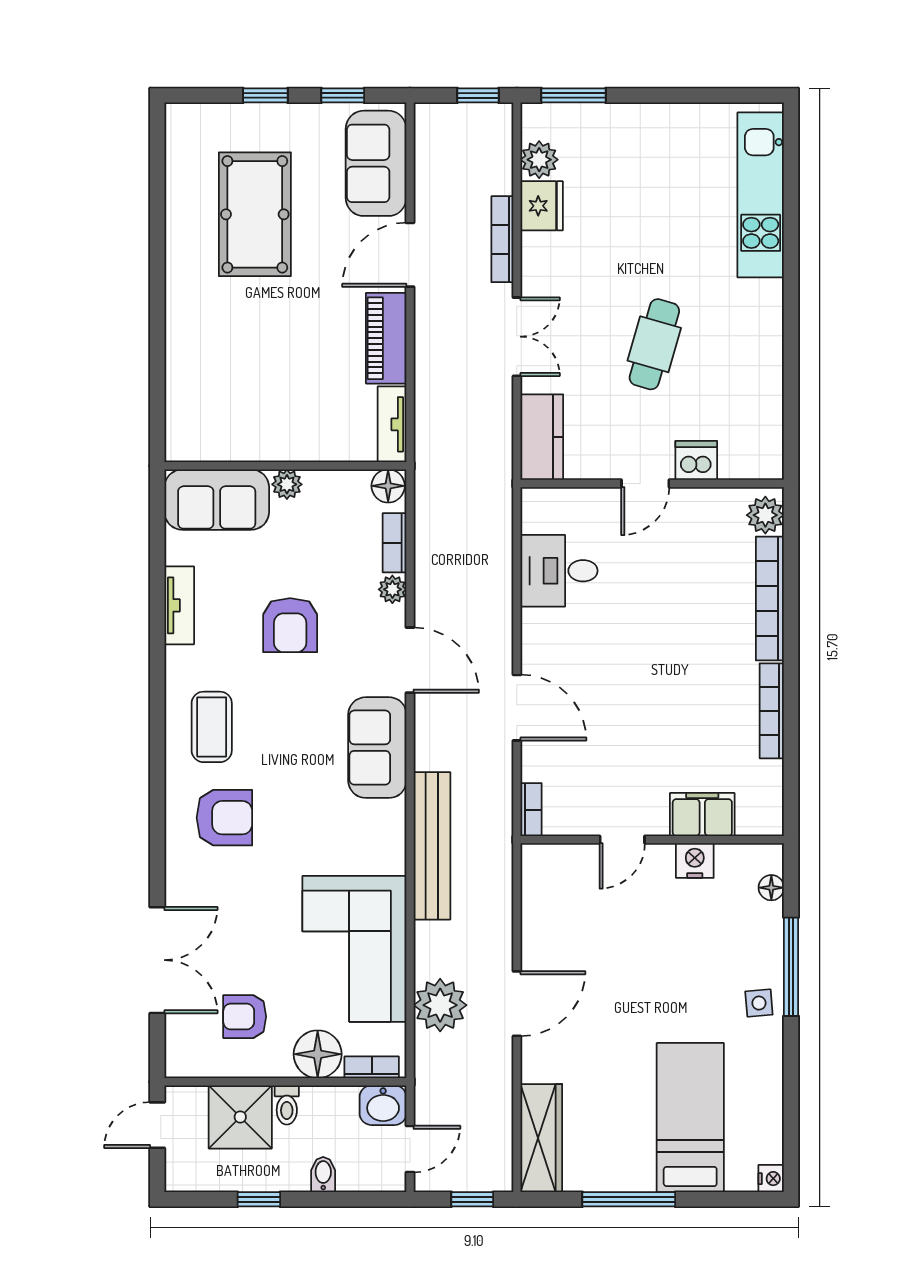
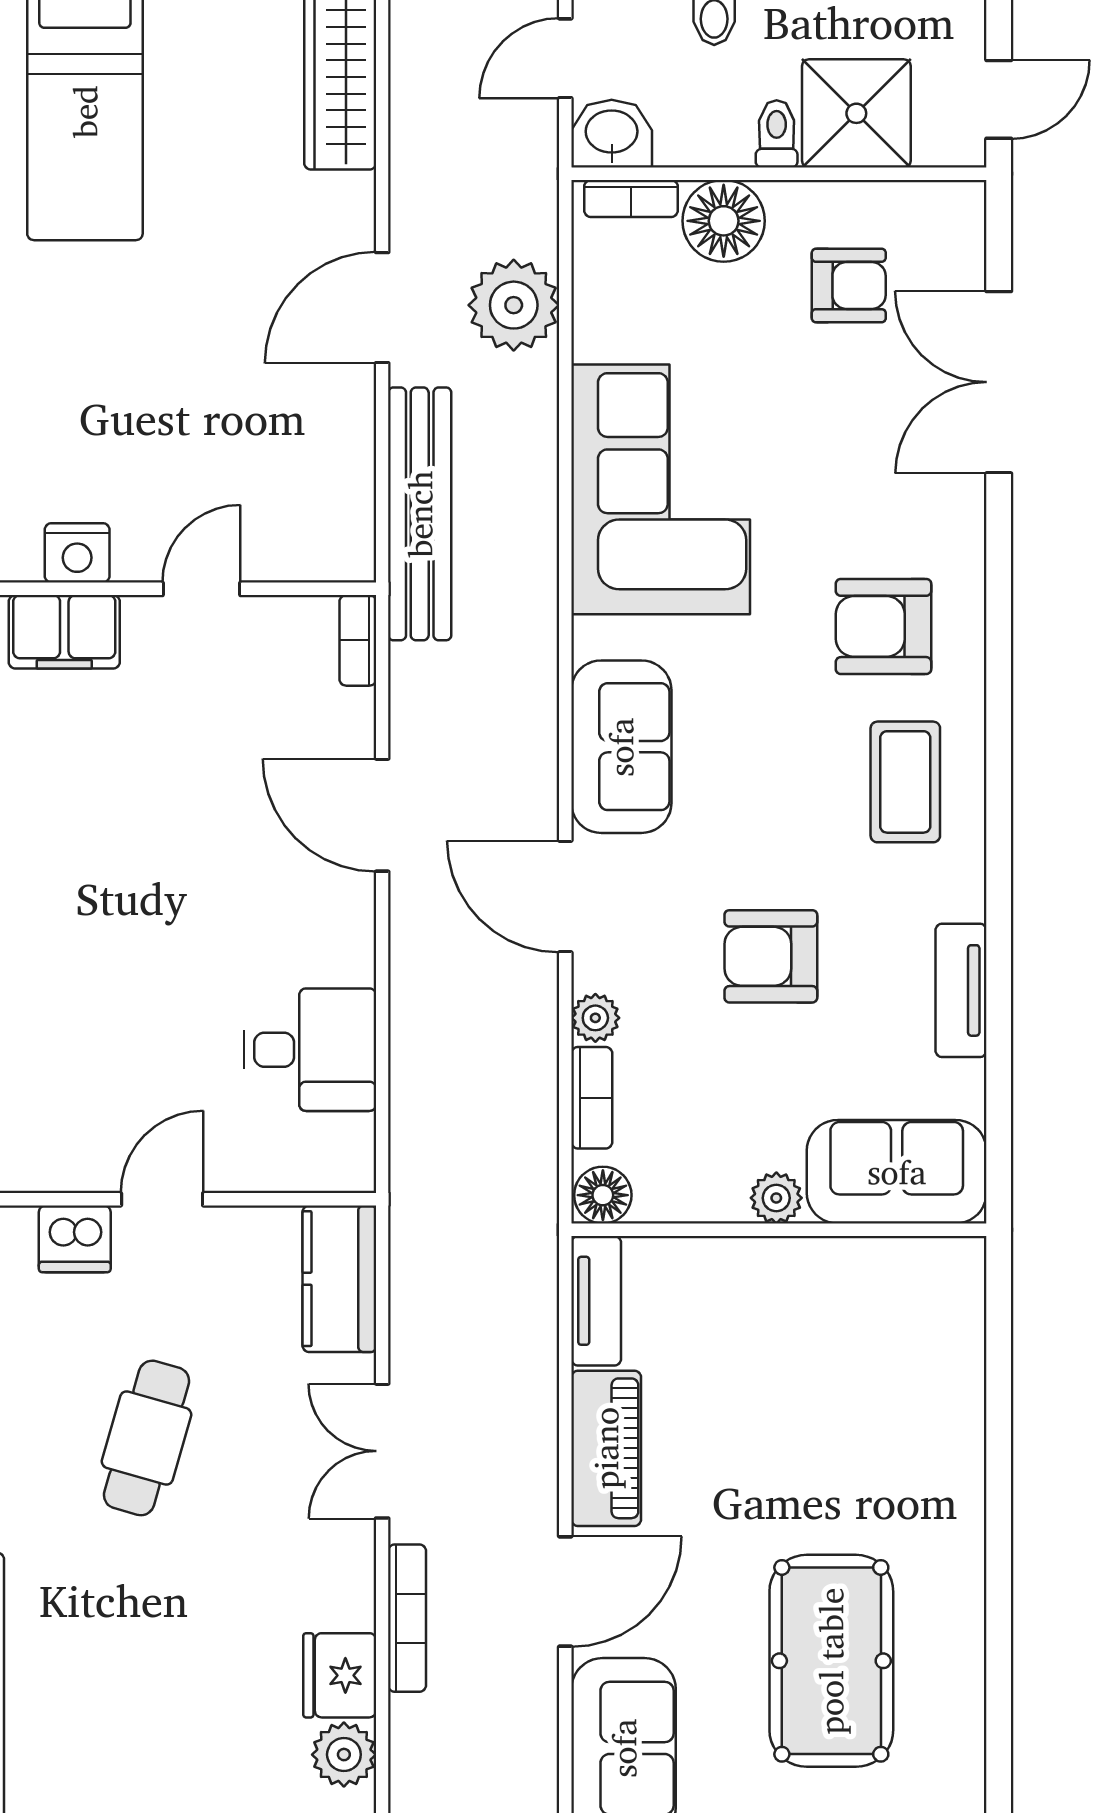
armchair: (290, 625) -> (771, 956), turned -90
bench: (432, 846) -> (420, 514), moved
corner sofa: (354, 949) -> (661, 489), moved

